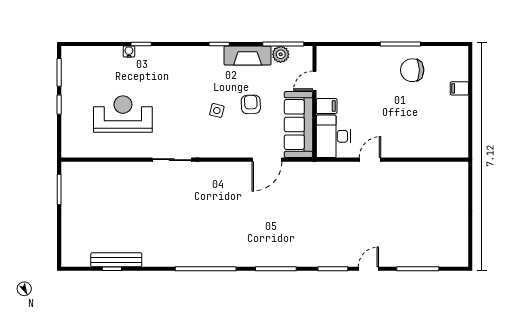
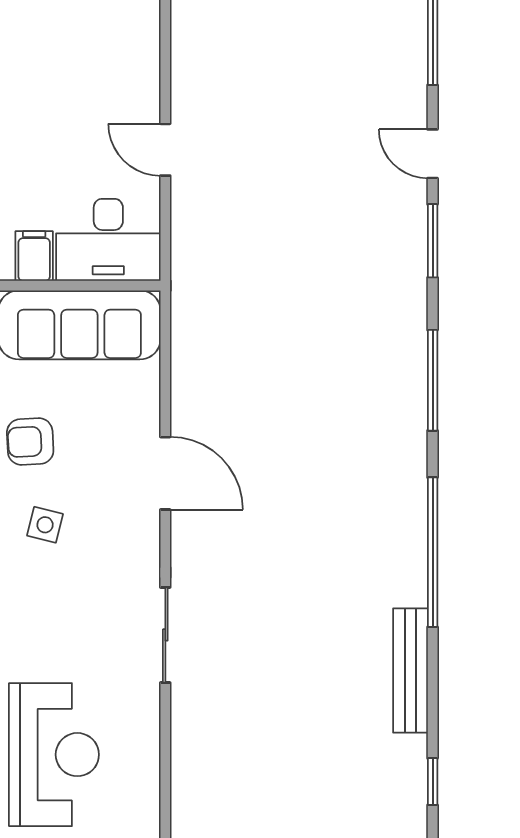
reception desk: (123, 114) -> (54, 755), turned 180
door: (267, 160) -> (165, 473), moved
bench: (116, 260) -> (410, 670), moved

